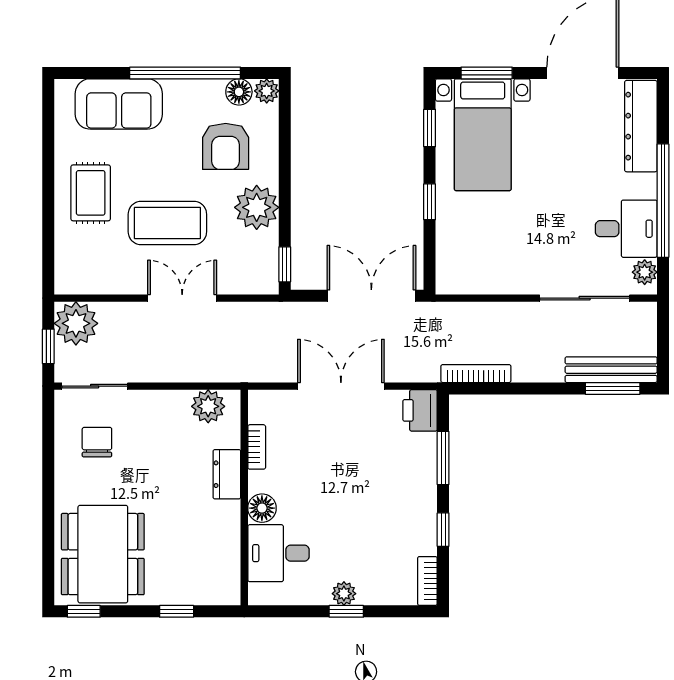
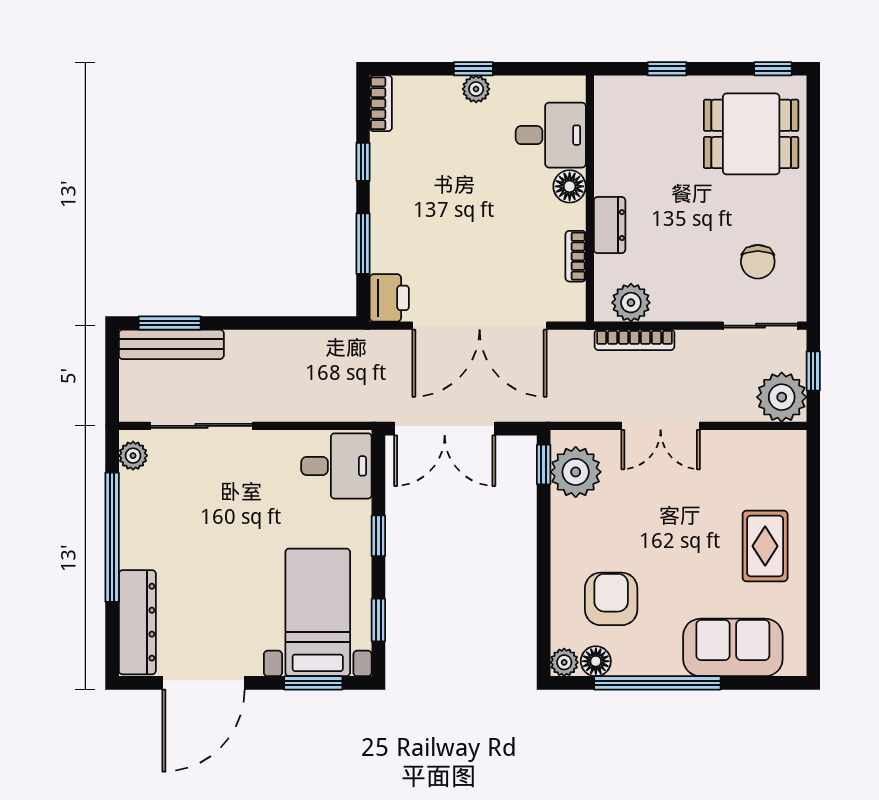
plant: (257, 207) -> (576, 472), moved
coffee table: (167, 223) -> (677, 512), removed
desk: (626, 229) -> (336, 466), moved, turned 180
bookcase: (476, 374) -> (635, 340), moved
double door: (341, 386) -> (480, 326), width x1.36
dining table: (103, 554) -> (751, 134), width x0.73

